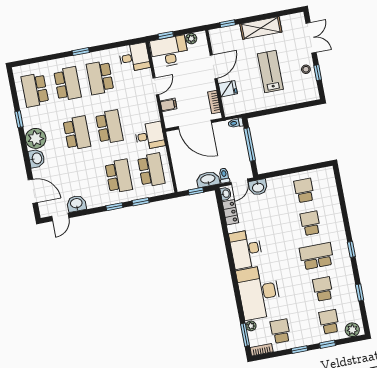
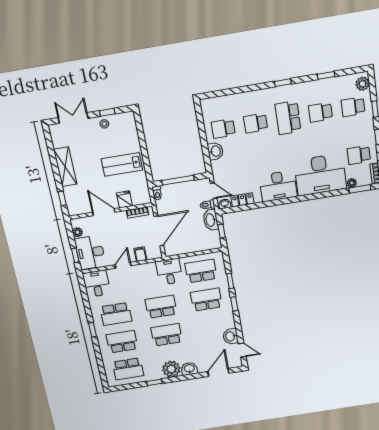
lab bench: (270, 72) -> (122, 164), moved
door: (156, 86) -> (123, 265), hinge flipped
washbasin: (258, 187) -> (215, 151), moved

